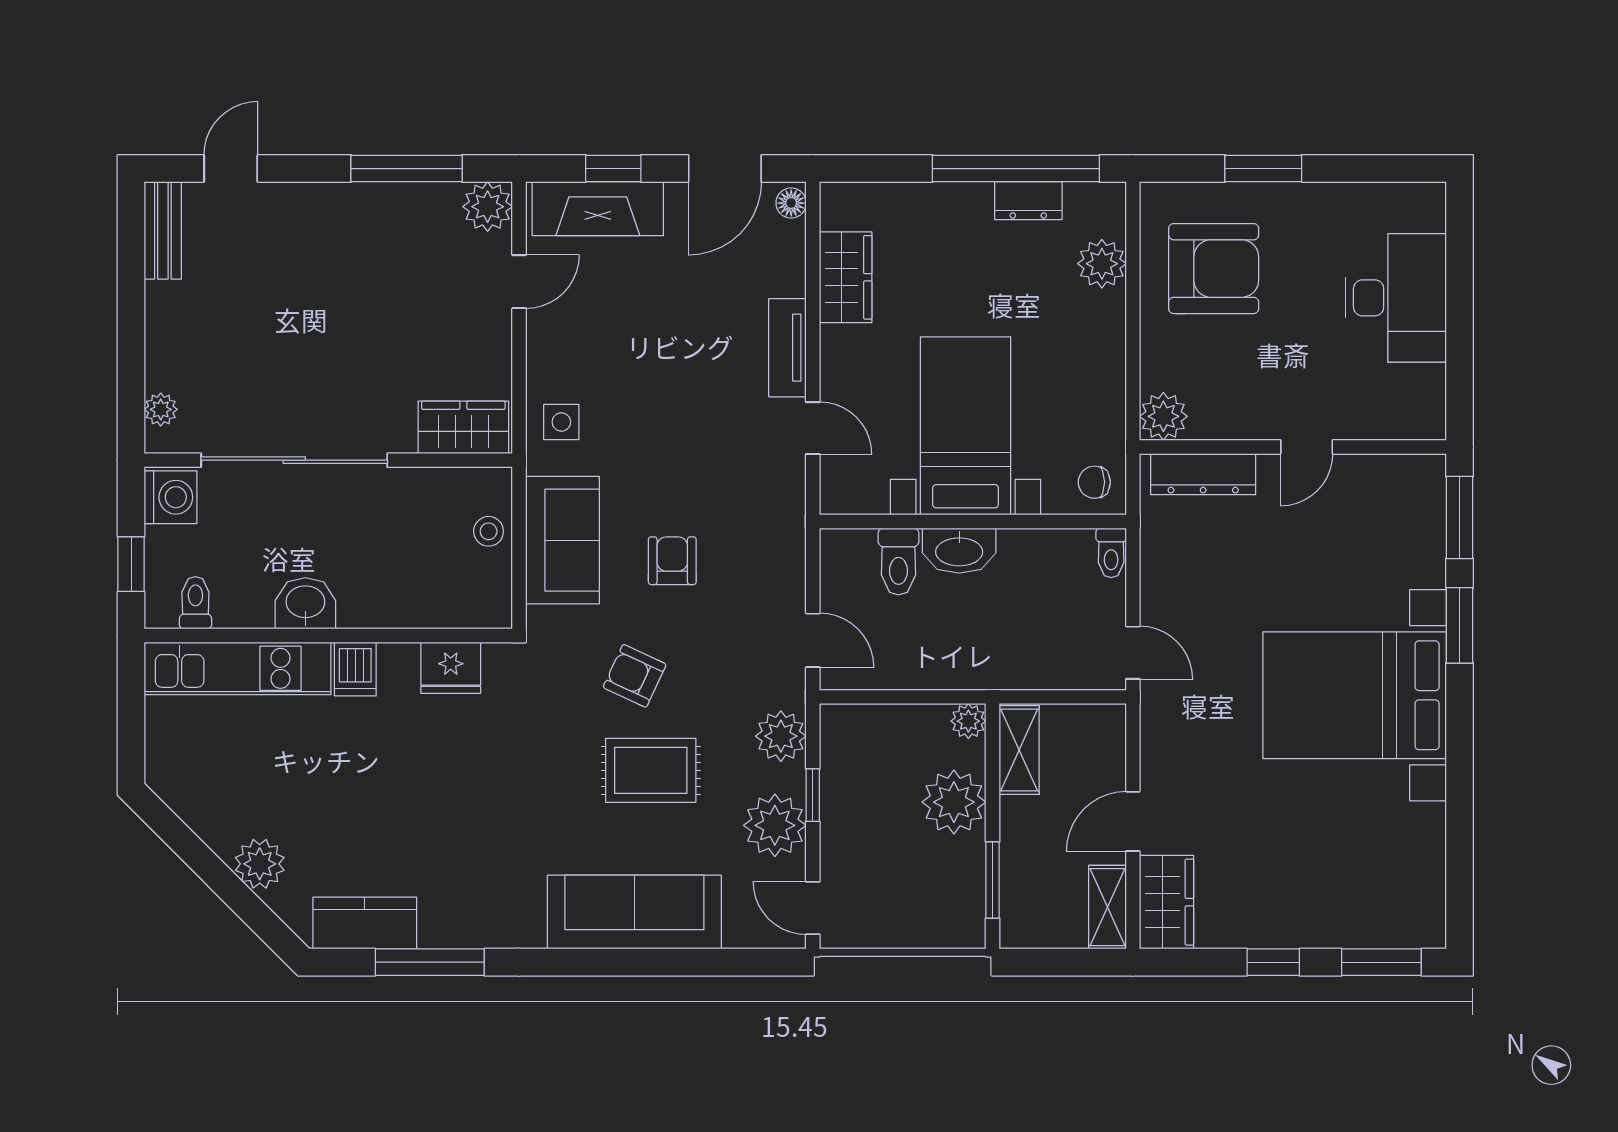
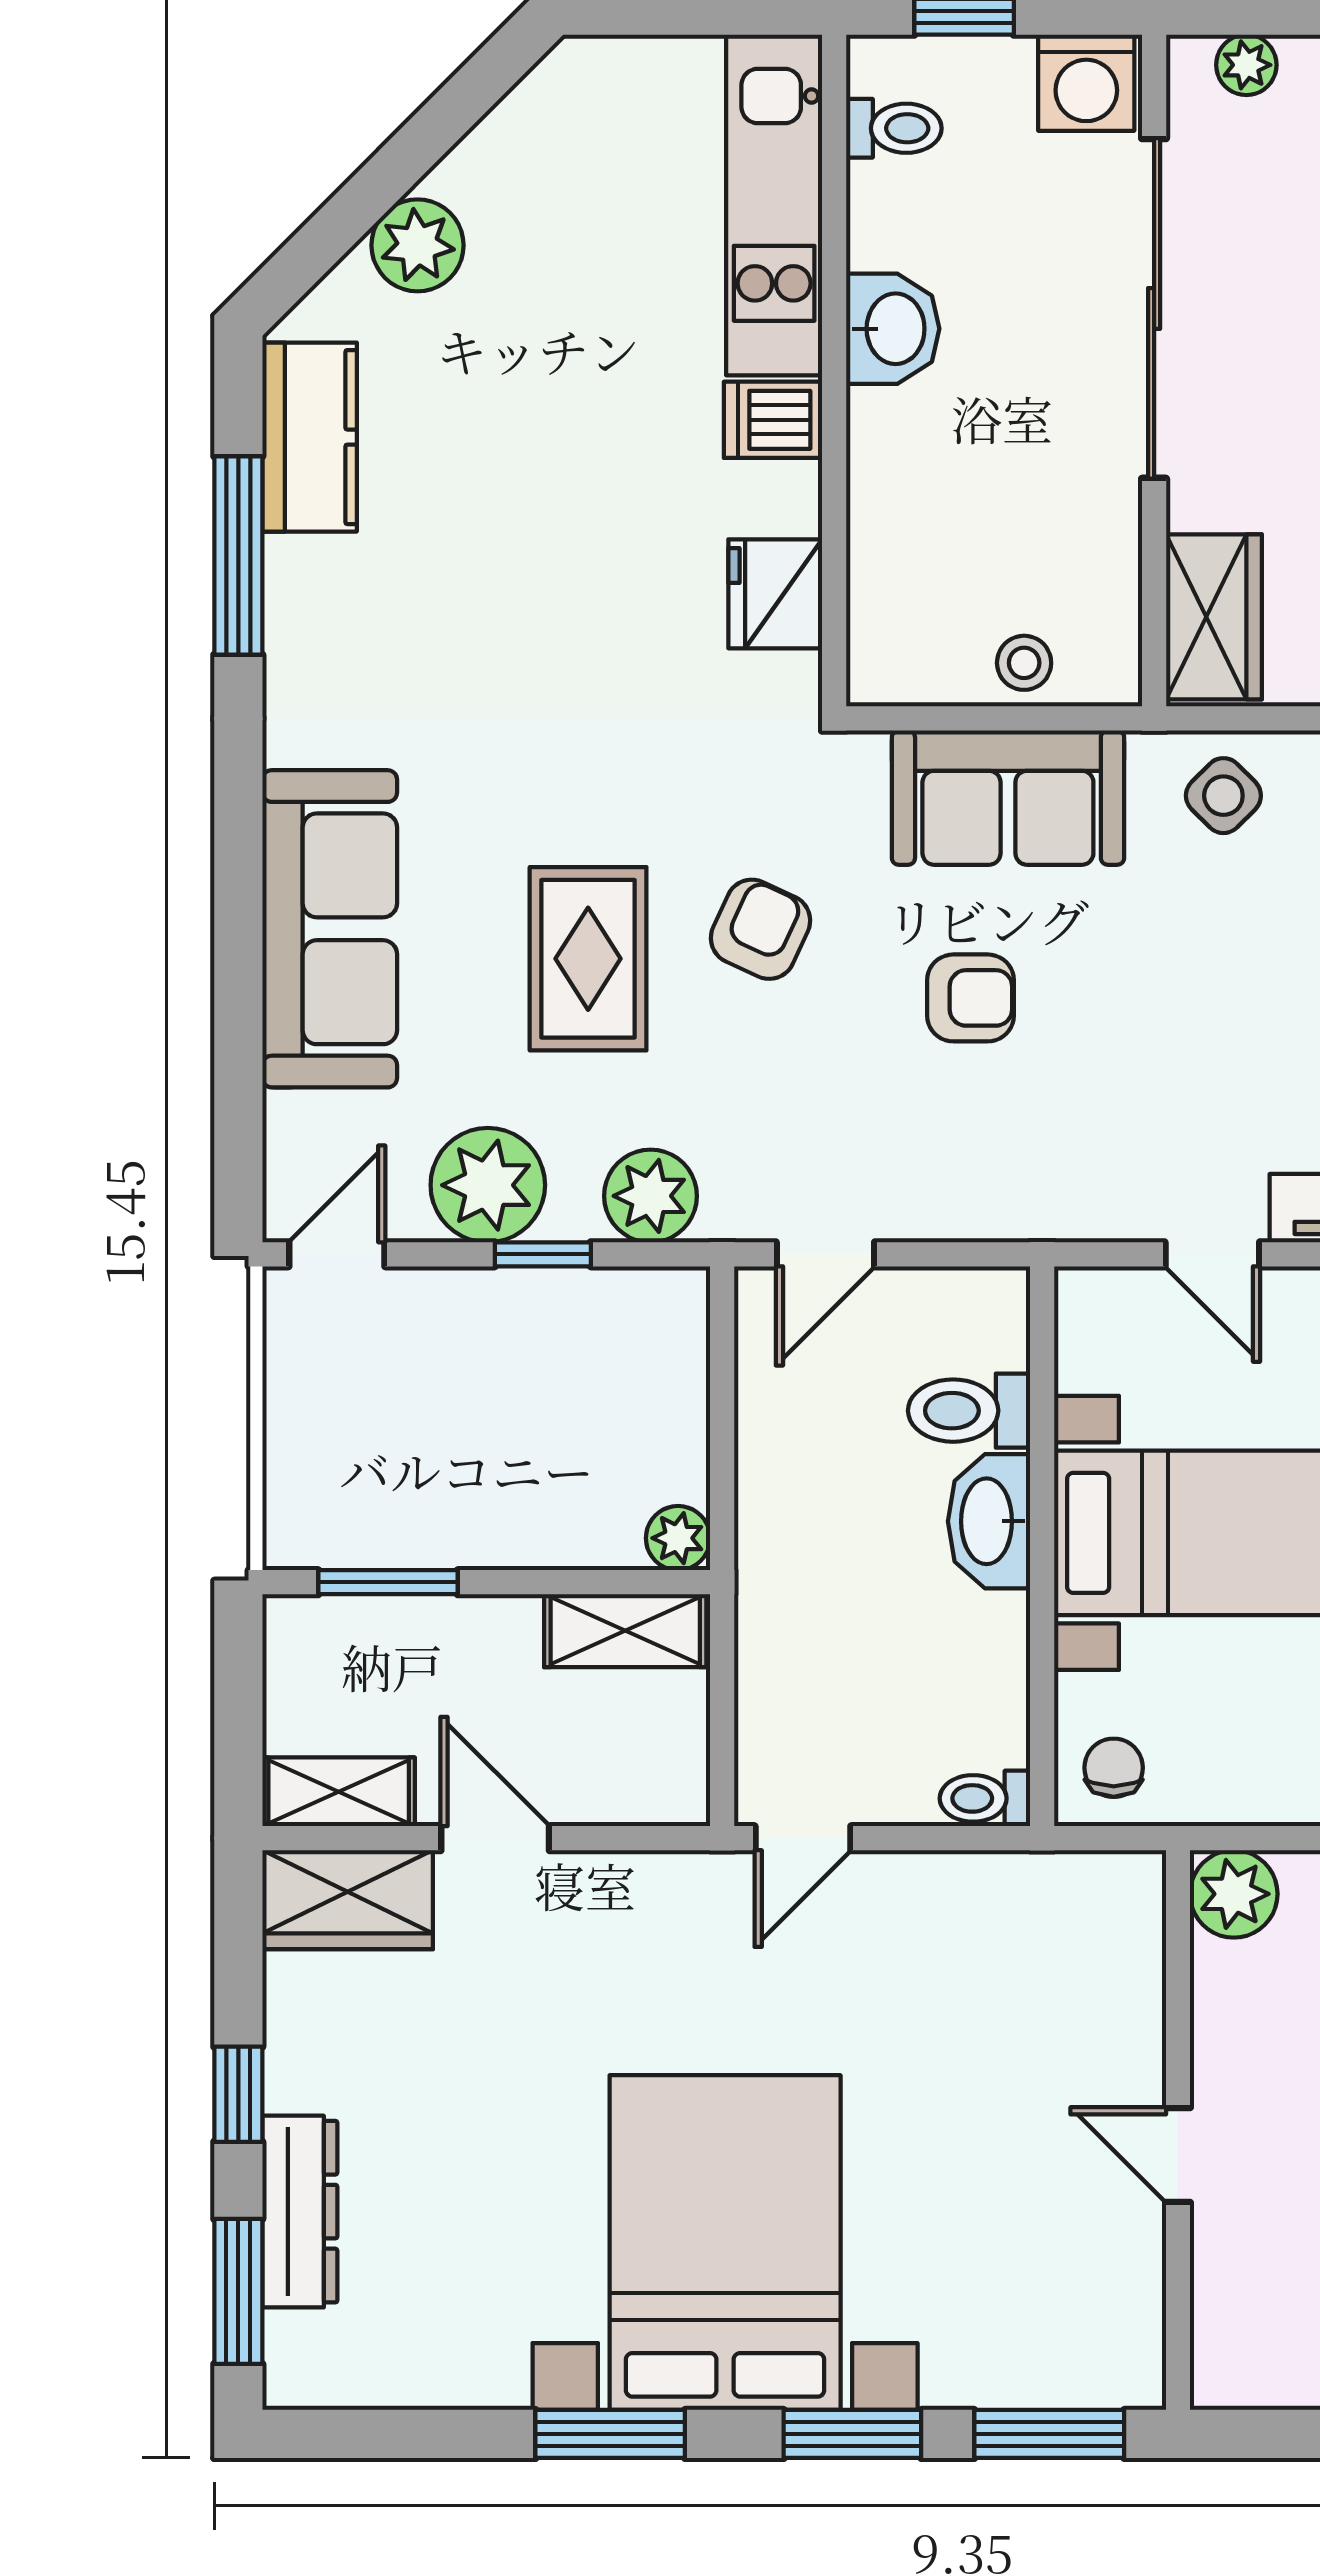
side table: (561, 422) -> (1223, 796), turned 45
door: (813, 428) -> (1212, 1254), hinge flipped
dresser: (1203, 474) -> (300, 2212), moved, turned 180
window: (1460, 758) -> (610, 2434), added
plant: (954, 802) -> (530, 1512), removed

